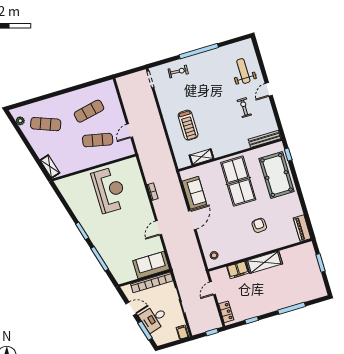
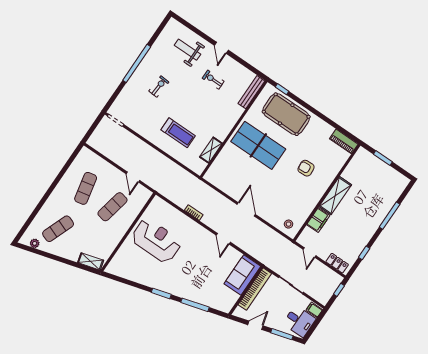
exercise bike: (178, 71) -> (159, 86), moved
sofa: (194, 193) -> (229, 185), removed
desk: (154, 318) -> (299, 321), moved, turned -74

